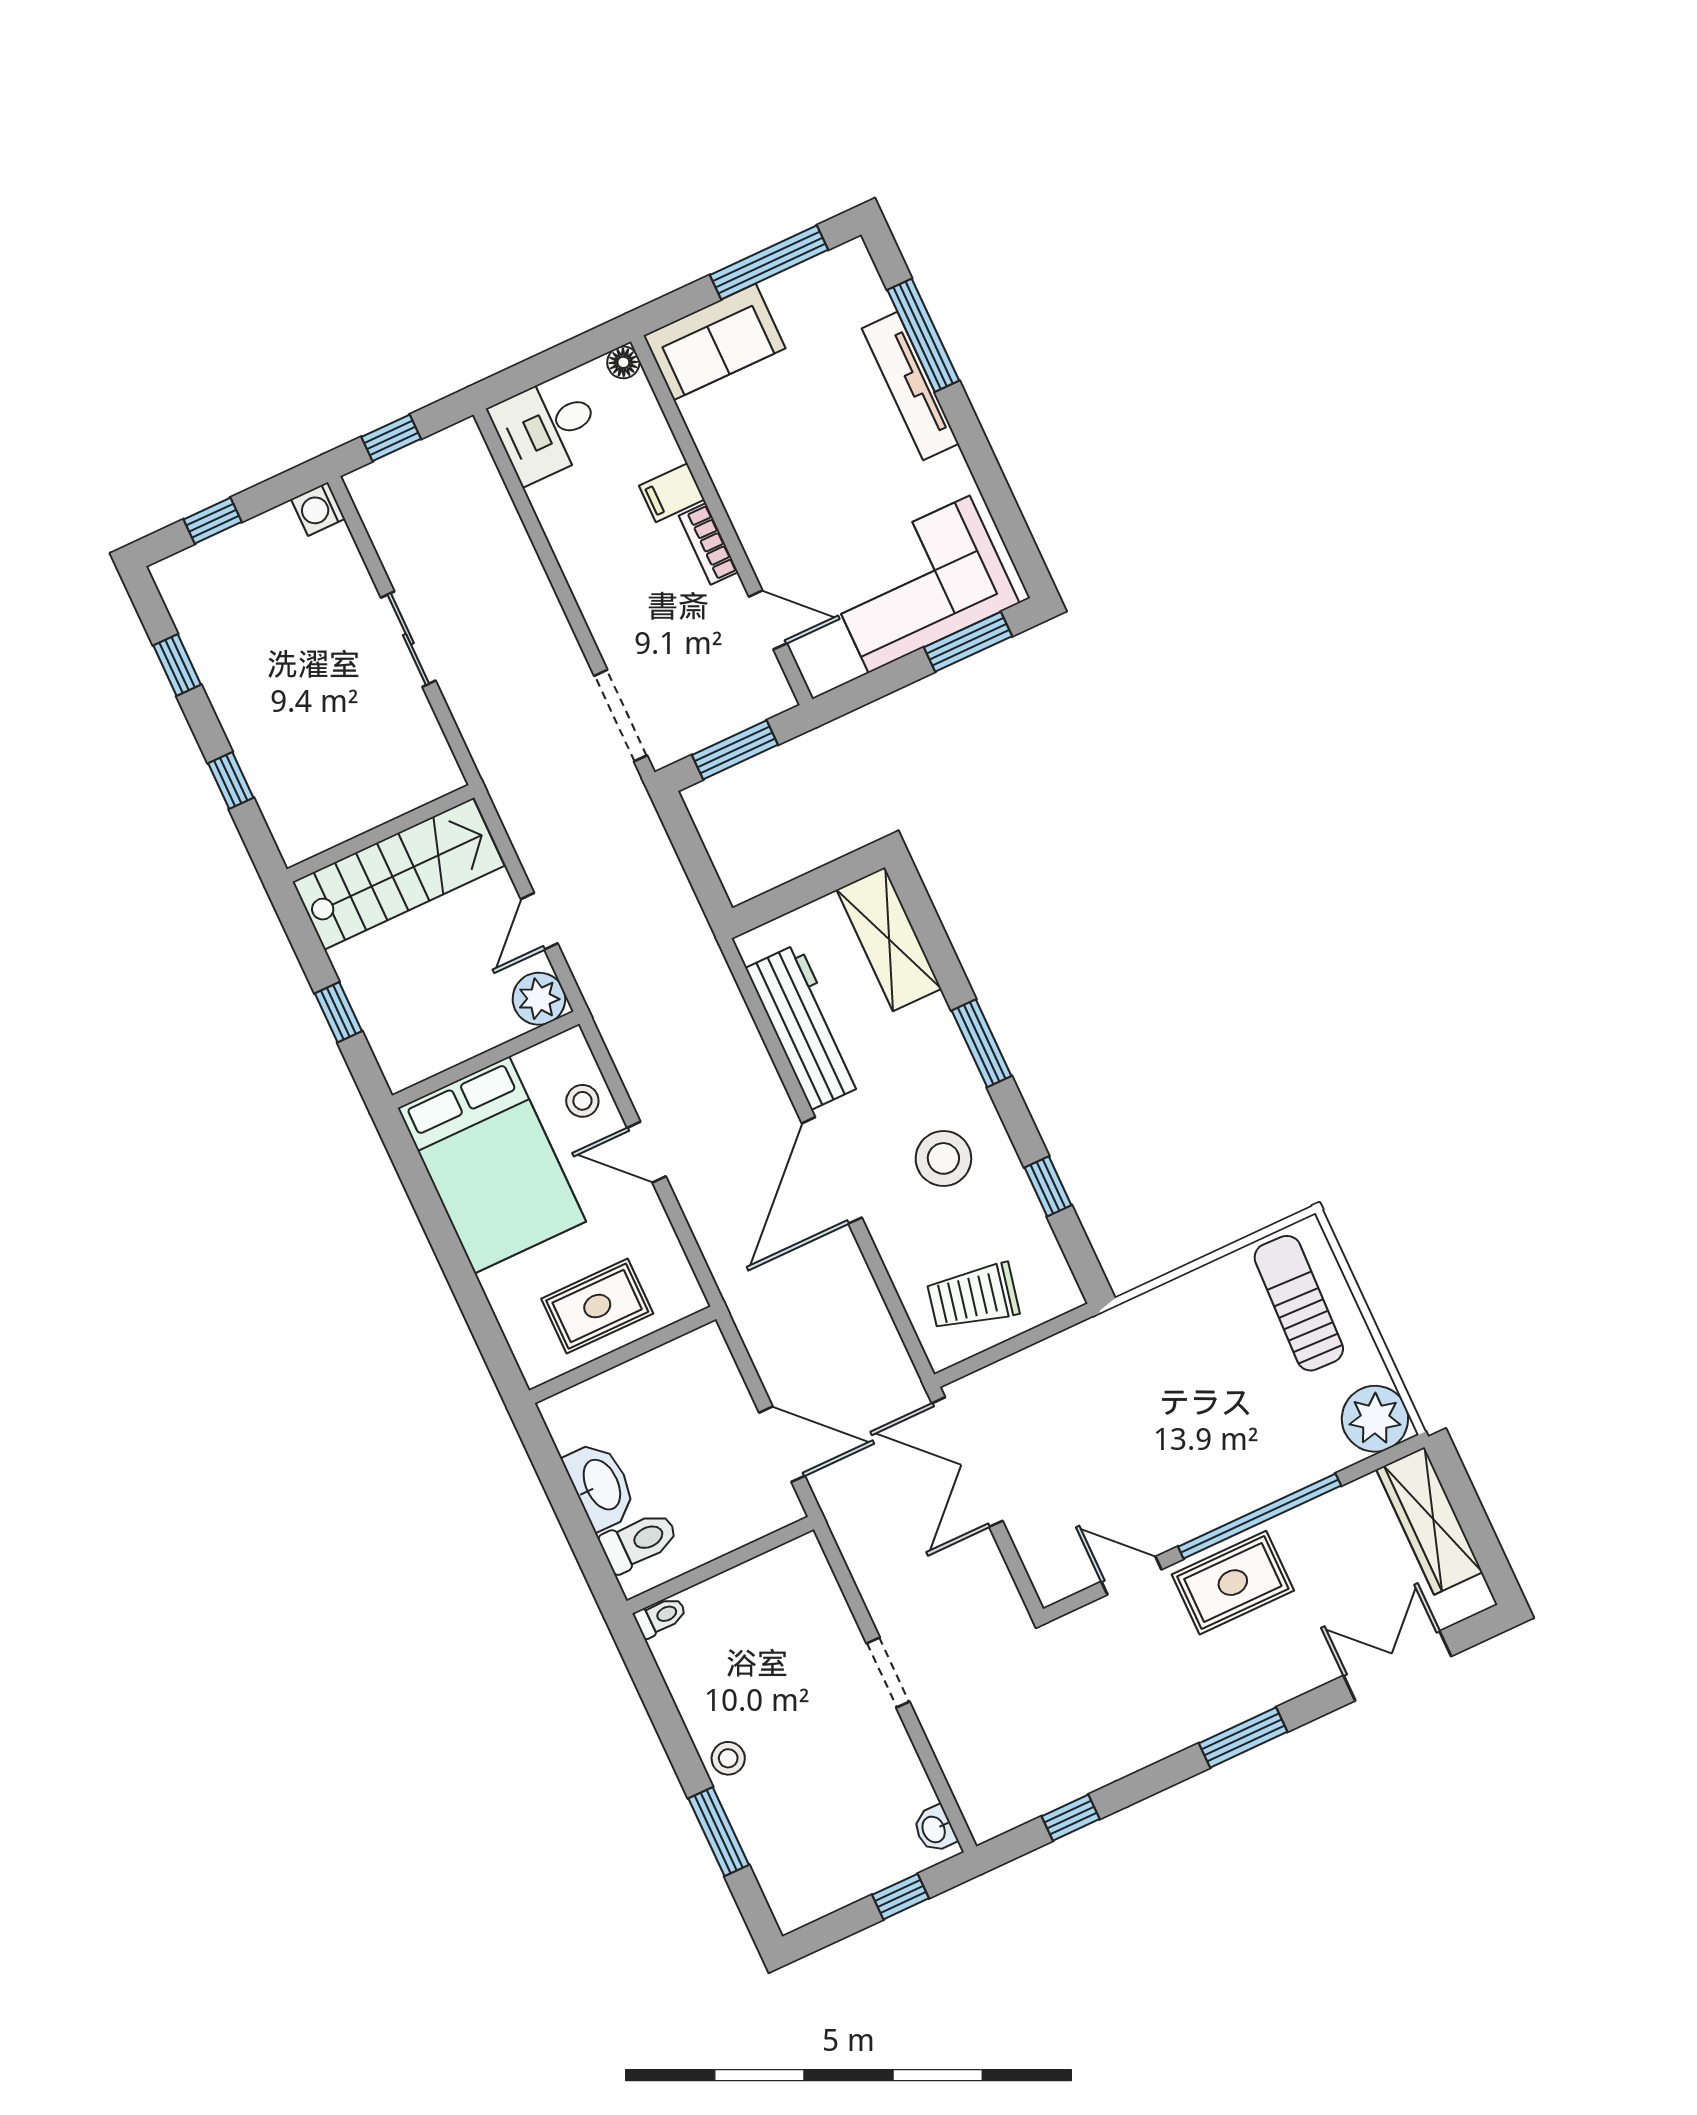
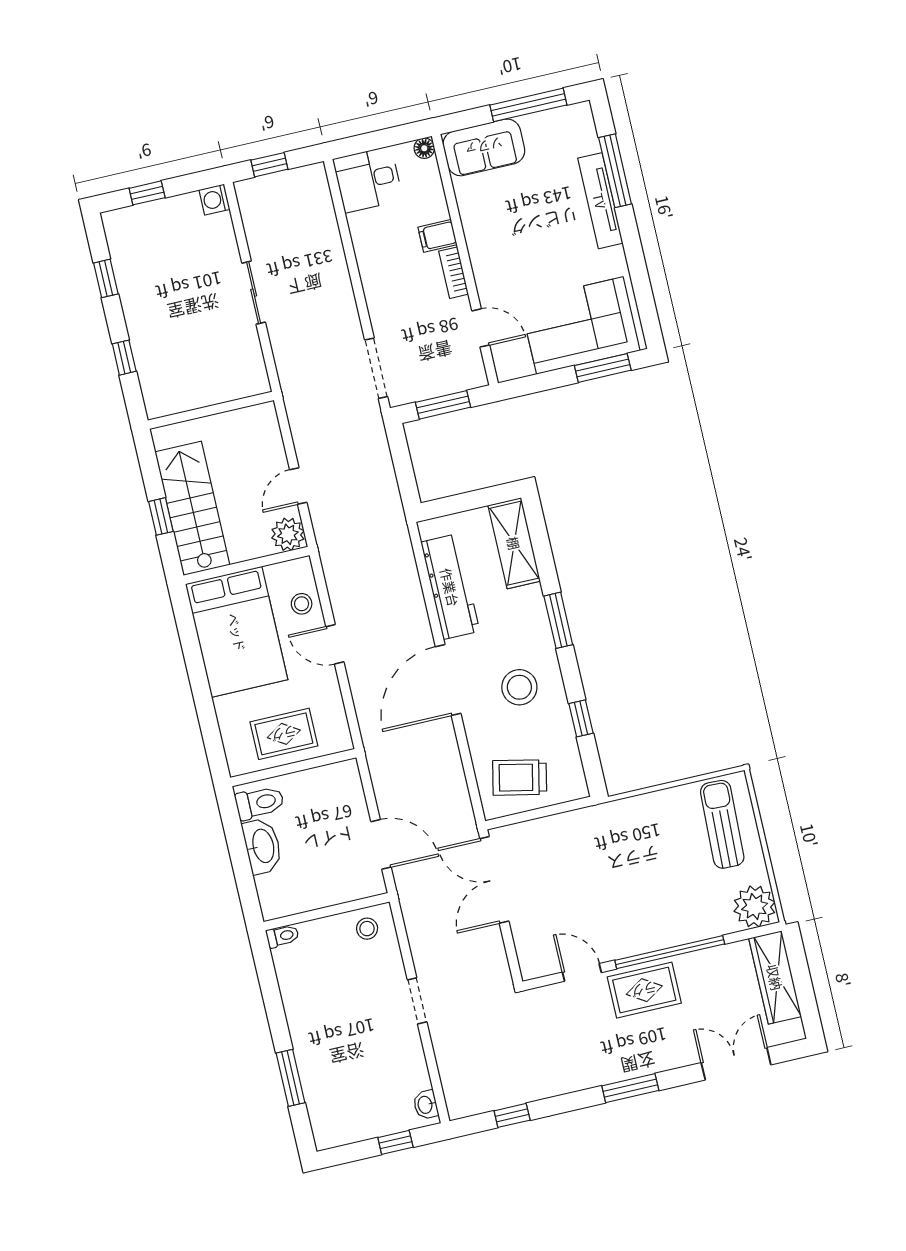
stairs: (399, 874) -> (192, 508), moved, turned -90
toilet: (639, 1541) -> (260, 803), moved
stool: (728, 1758) -> (367, 929), moved

